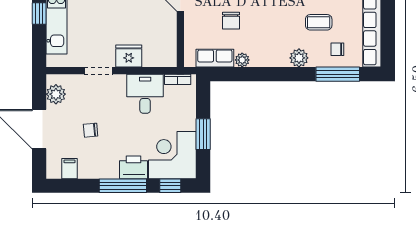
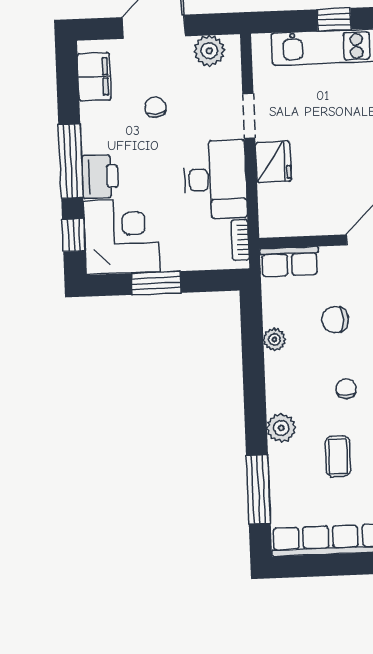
chair: (337, 49) -> (346, 389), moved
row of seats: (215, 58) -> (289, 262), moved, turned 90
desk: (145, 94) -> (215, 179), width x1.37
filing cabinet: (69, 169) -> (94, 77), width x2.00

